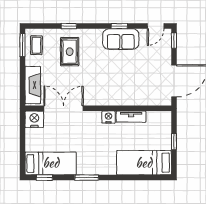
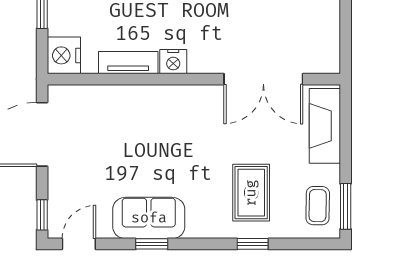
nightstand: (34, 119) -> (64, 55), moved, turned 90

